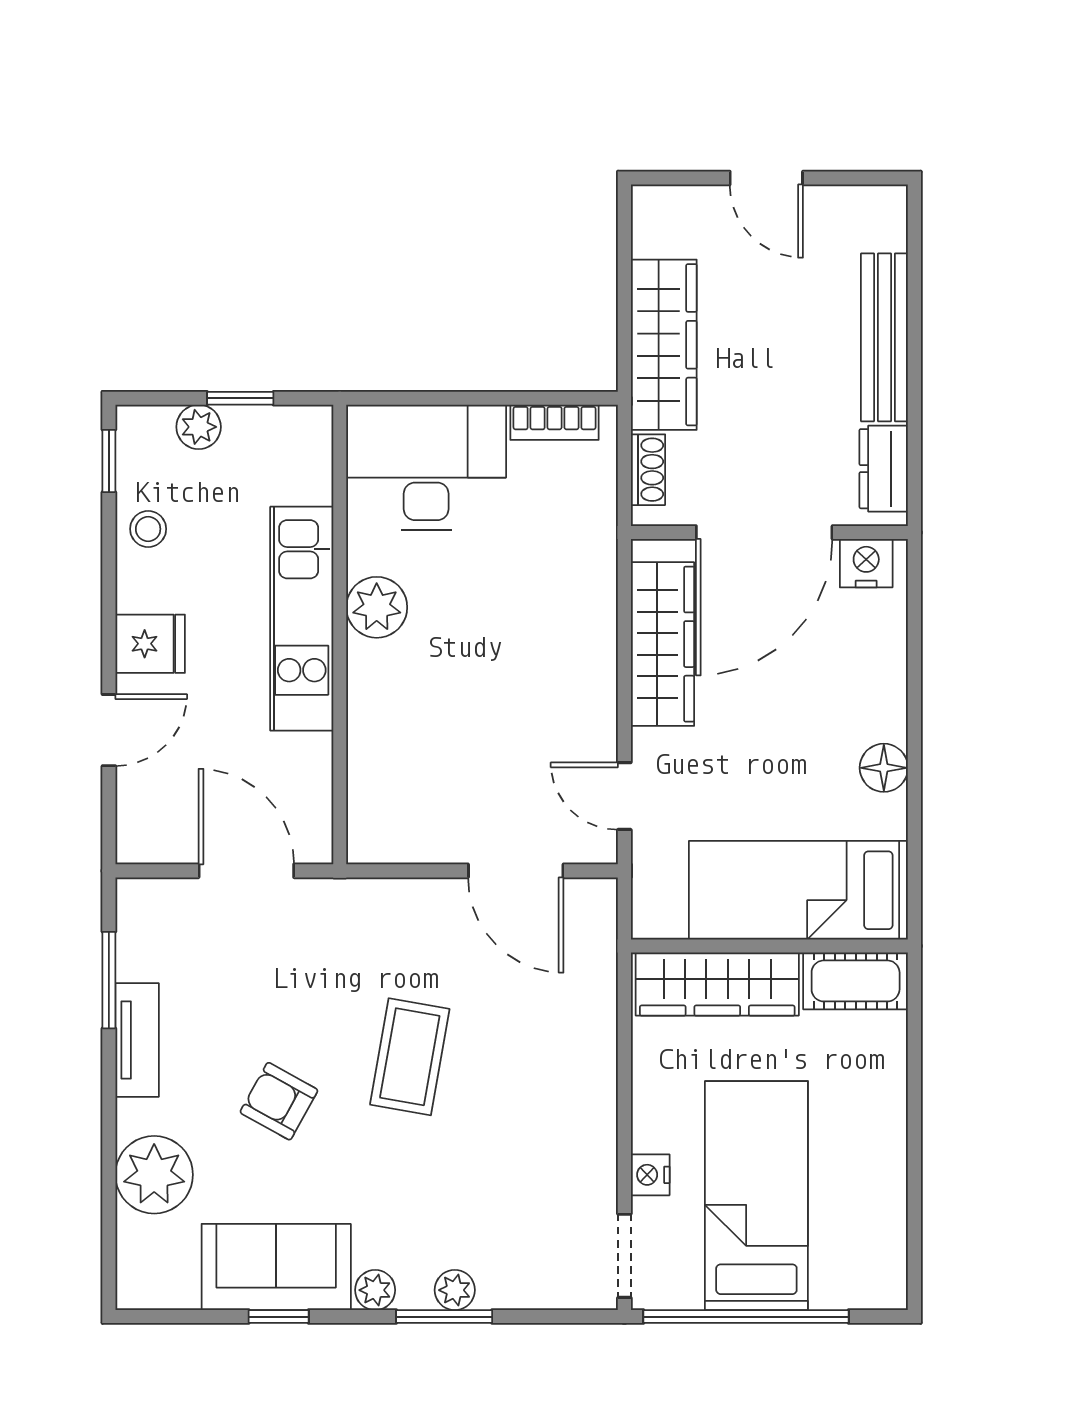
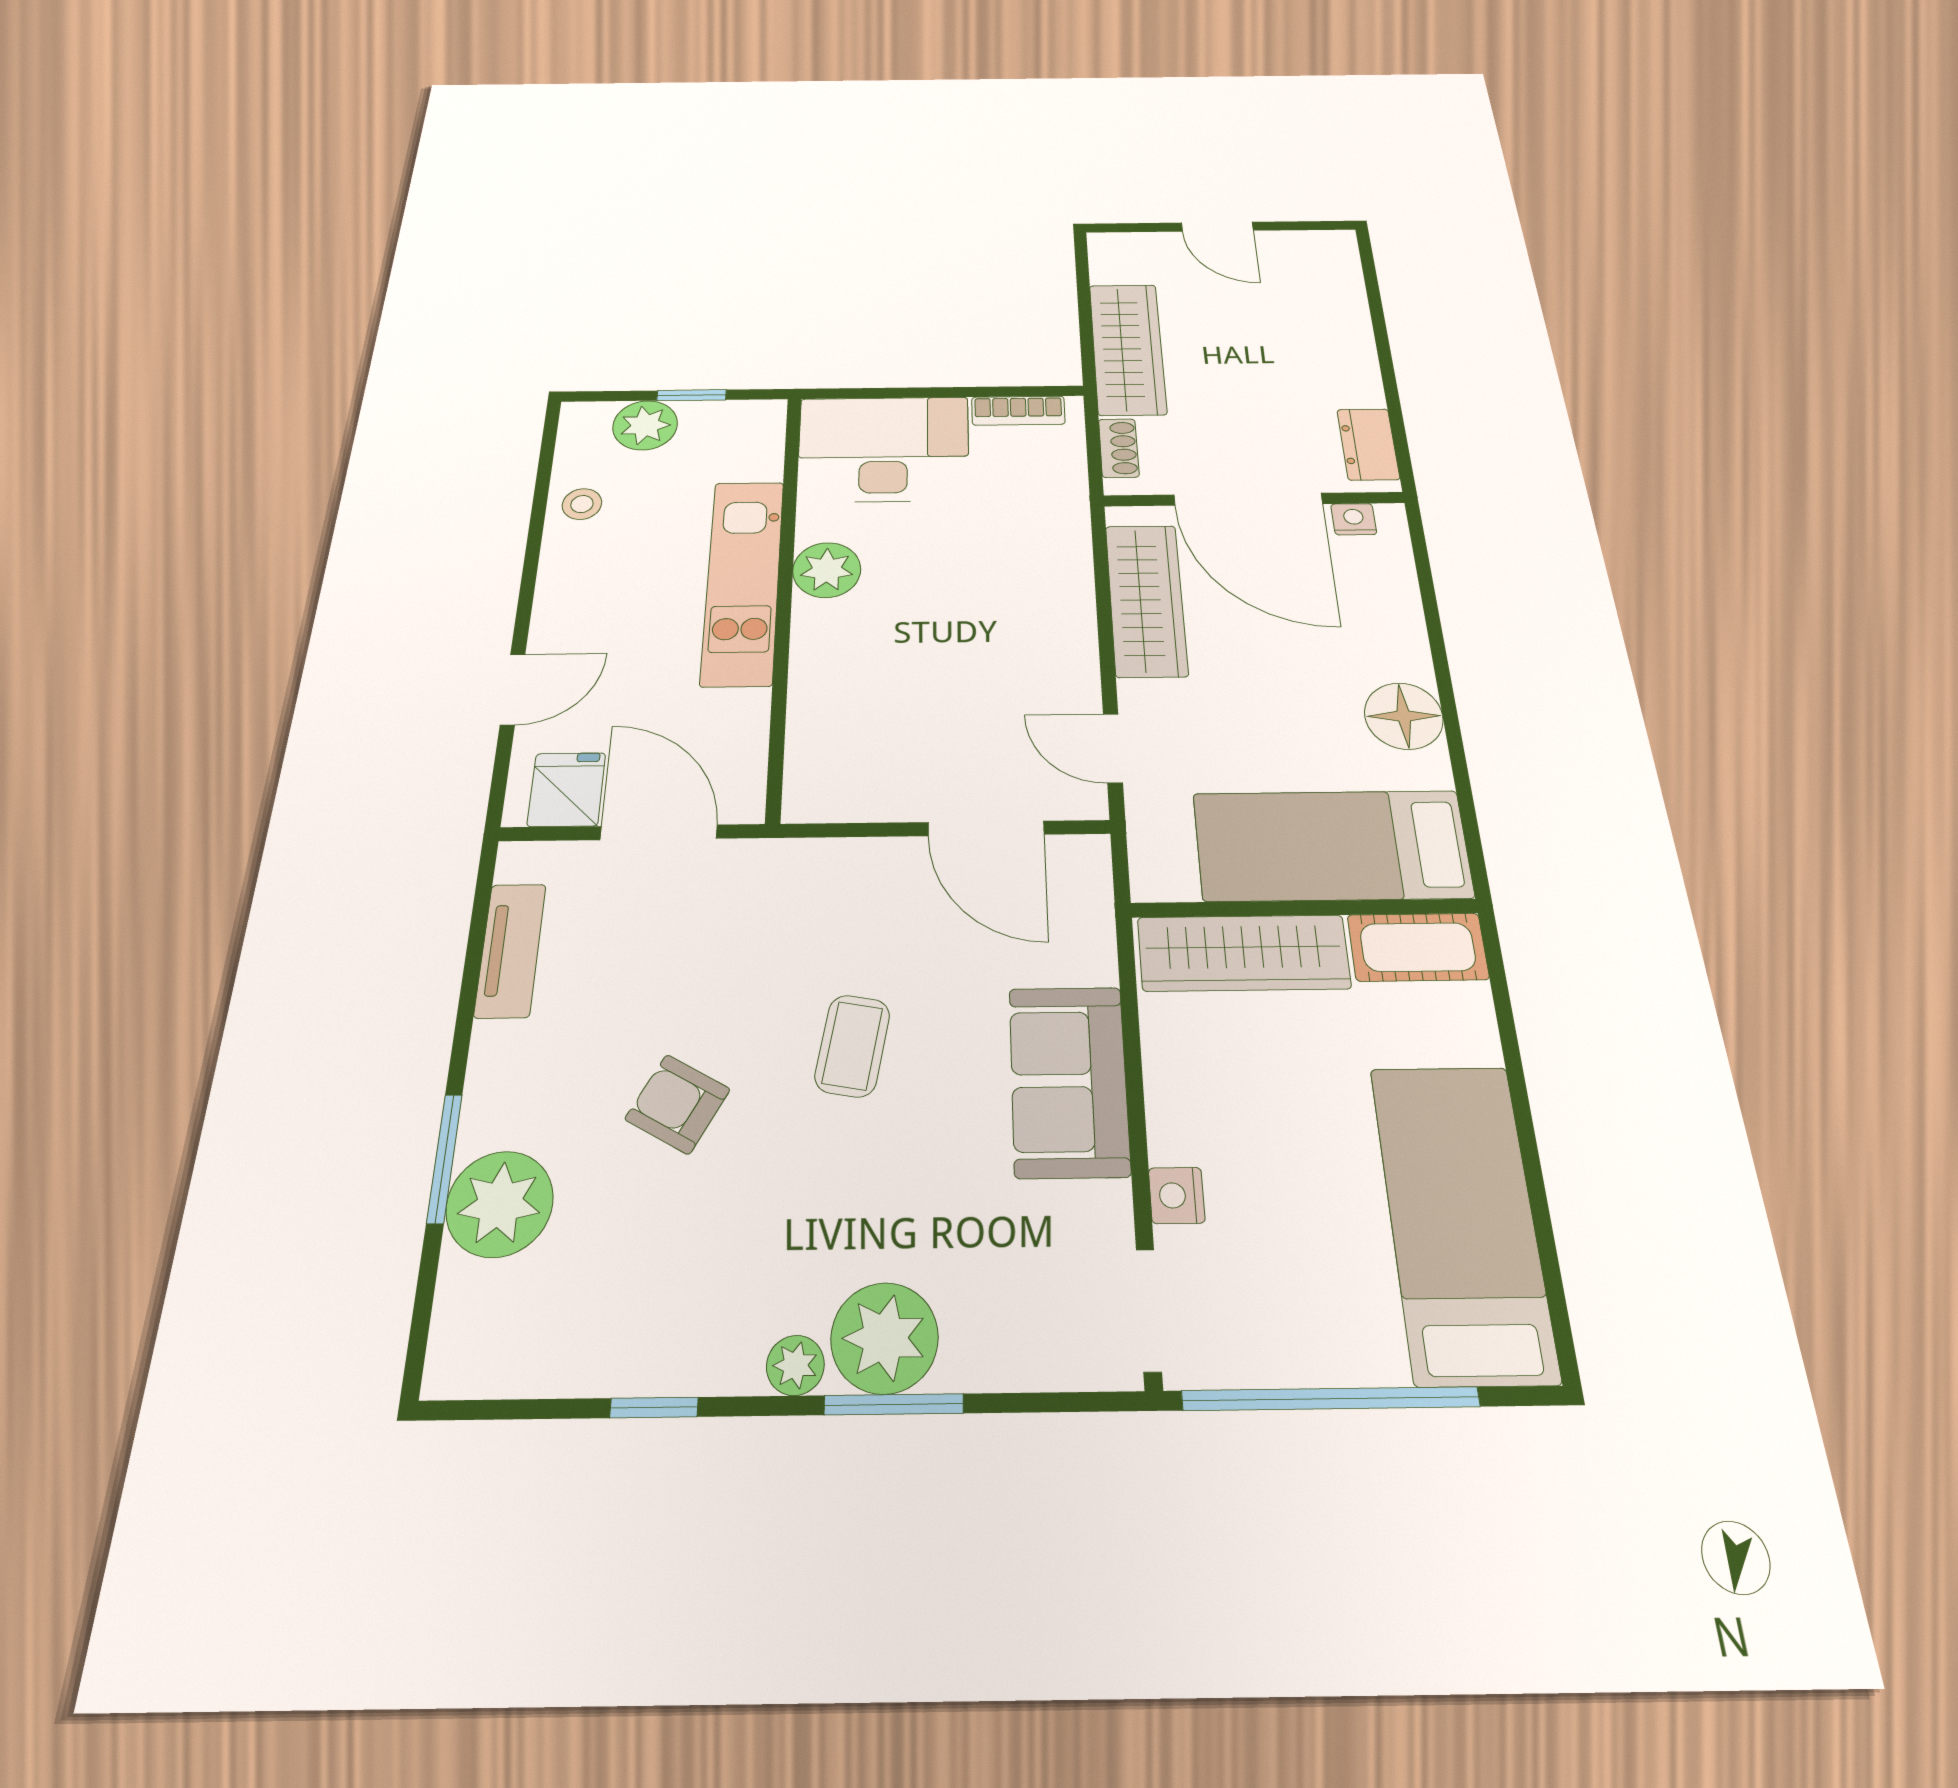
bench: (884, 337) -> (1351, 341), removed
plant: (199, 427) -> (645, 425), width x1.38, depth x1.38
window: (109, 461) -> (548, 447), removed
door: (764, 532) -> (1248, 499), hinge flipped
nightstand: (866, 563) -> (1354, 519), width x0.72, depth x0.74
fridge: (150, 644) -> (567, 790), moved, turned -90
floor lamp: (884, 768) -> (1404, 716), width x1.38, depth x1.38
window: (109, 980) -> (444, 1158), moved
tv unit: (137, 1040) -> (510, 950), moved
coffee table: (410, 1057) -> (852, 1046), width x0.73, depth x0.77
bed: (756, 1196) -> (1462, 1220), moved
sofa: (276, 1267) -> (1069, 1081), moved, turned -90
plant: (455, 1290) -> (885, 1338), width x1.87, depth x1.87

